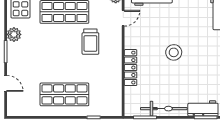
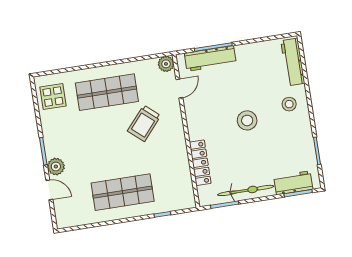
plant: (14, 34) -> (56, 167), moved
trolley: (90, 42) -> (144, 123), turned 41
stool: (210, 45) -> (289, 104), added
locker: (131, 68) -> (200, 163), moved

